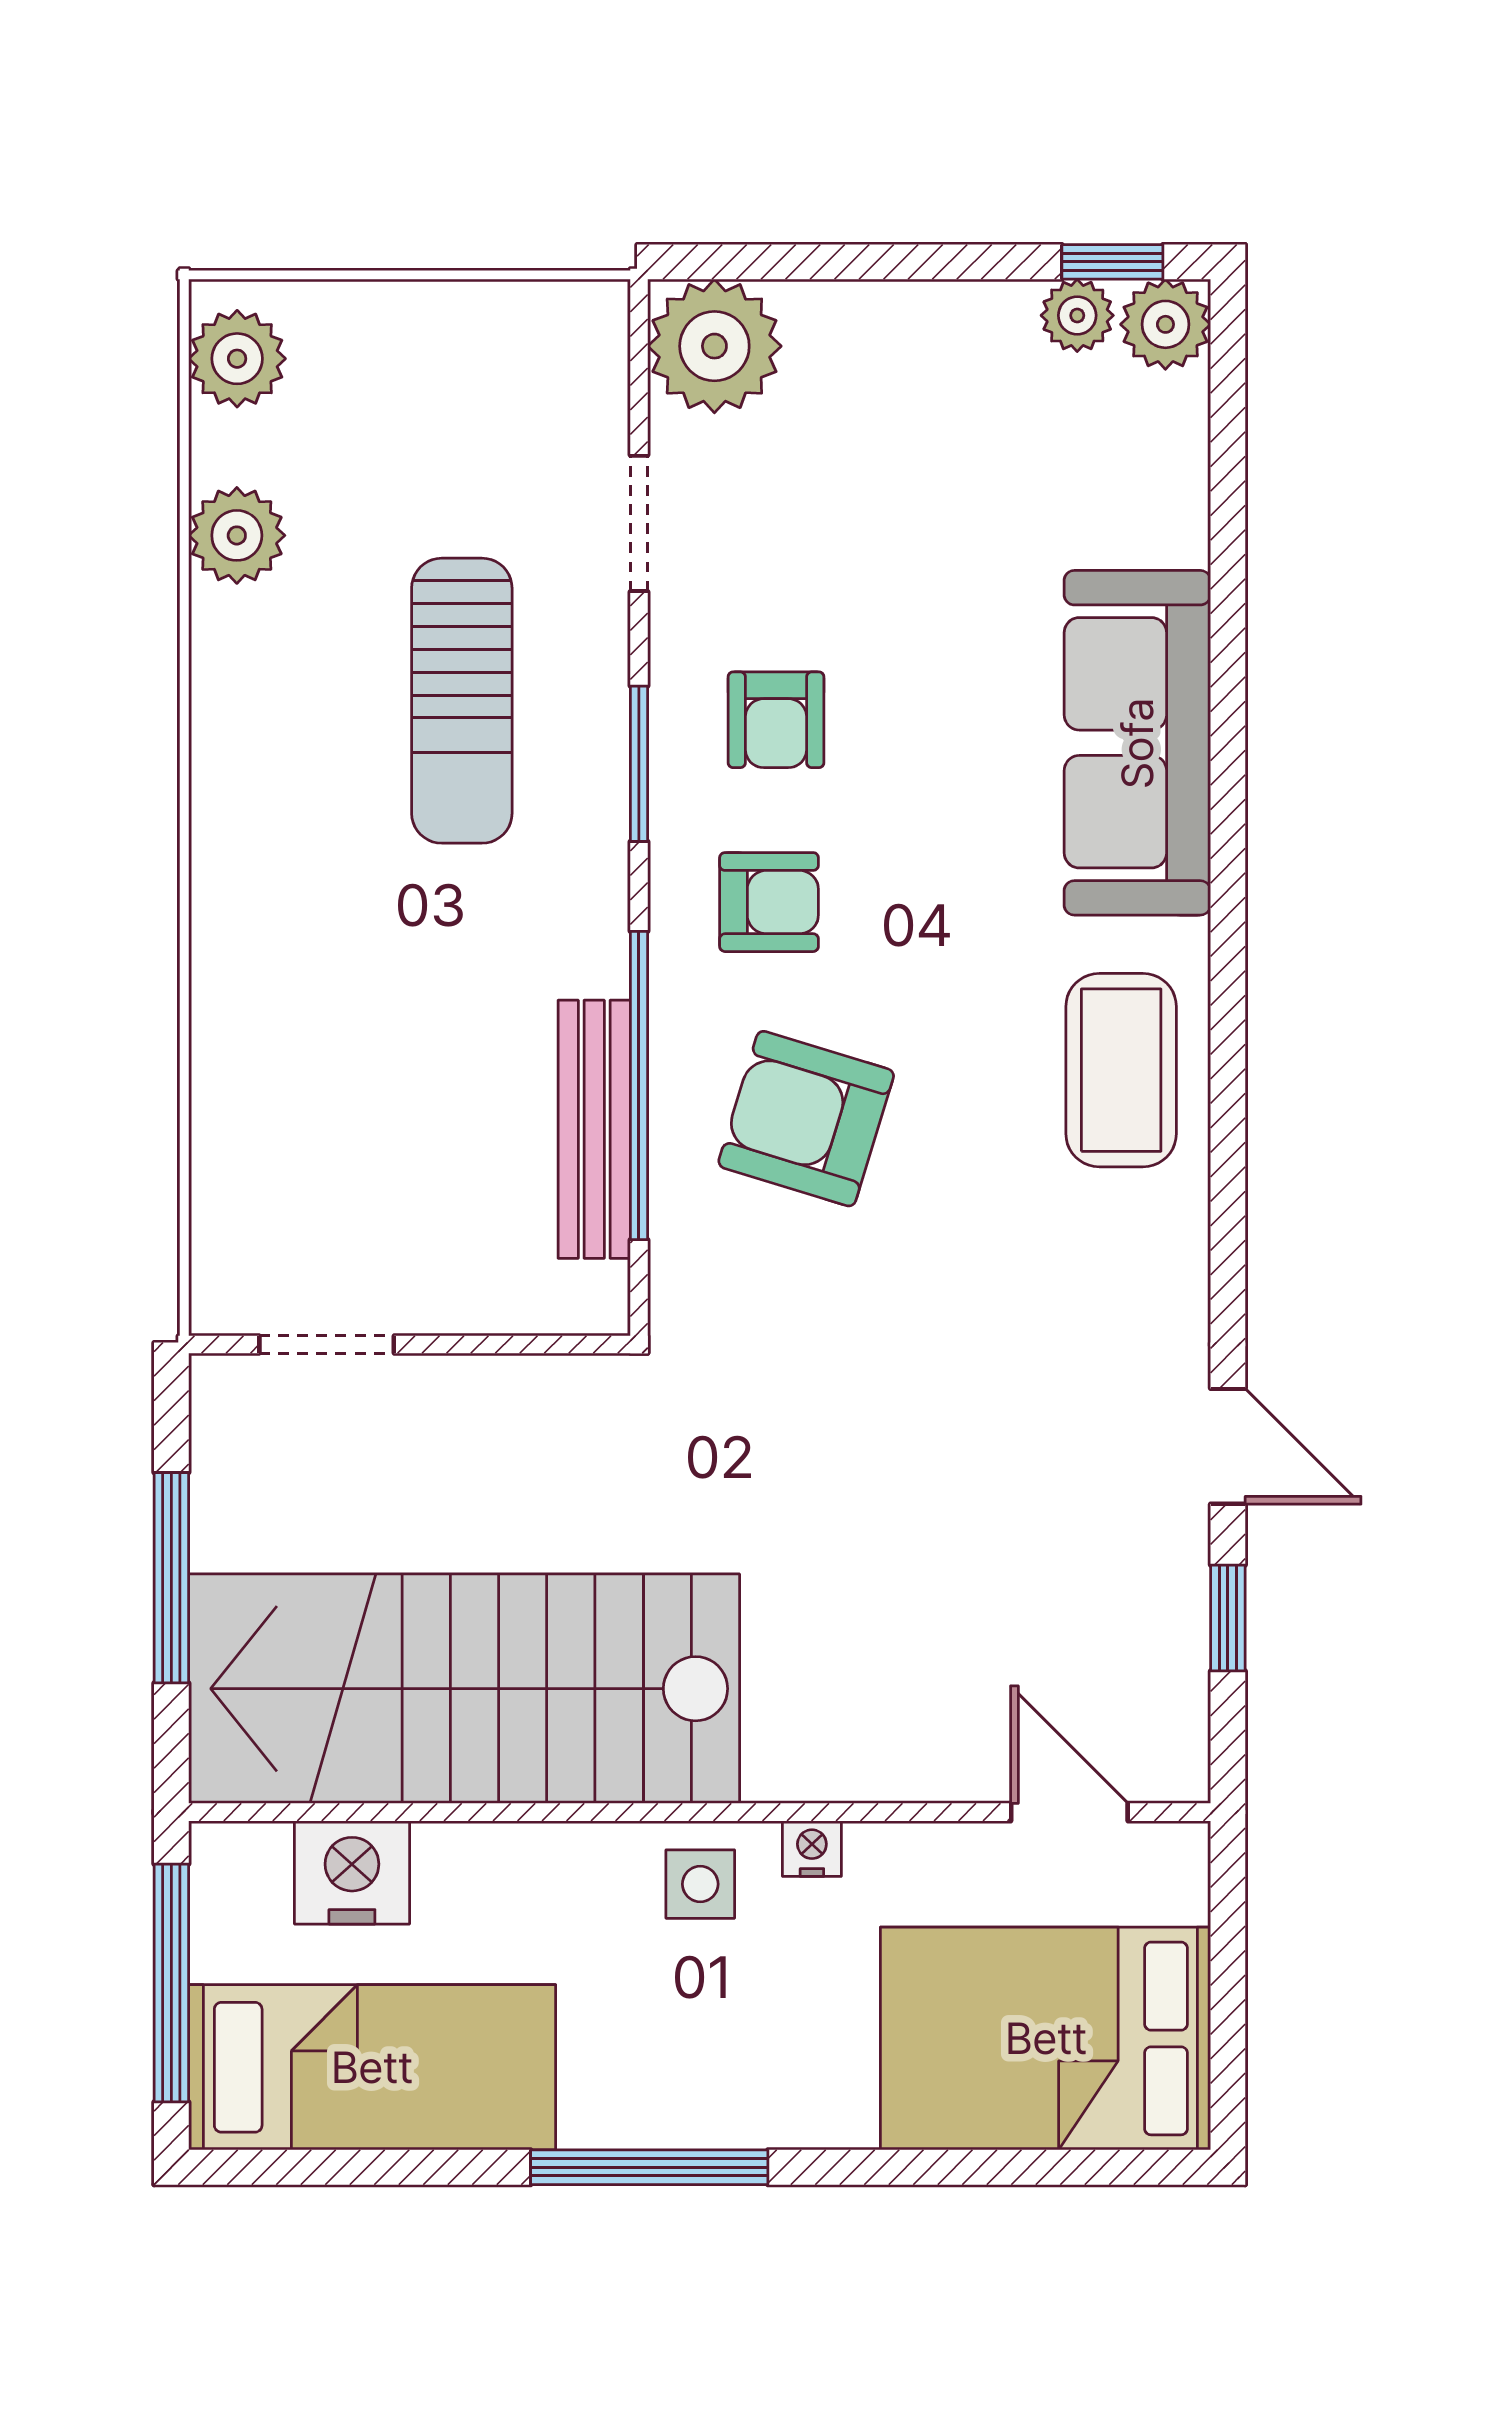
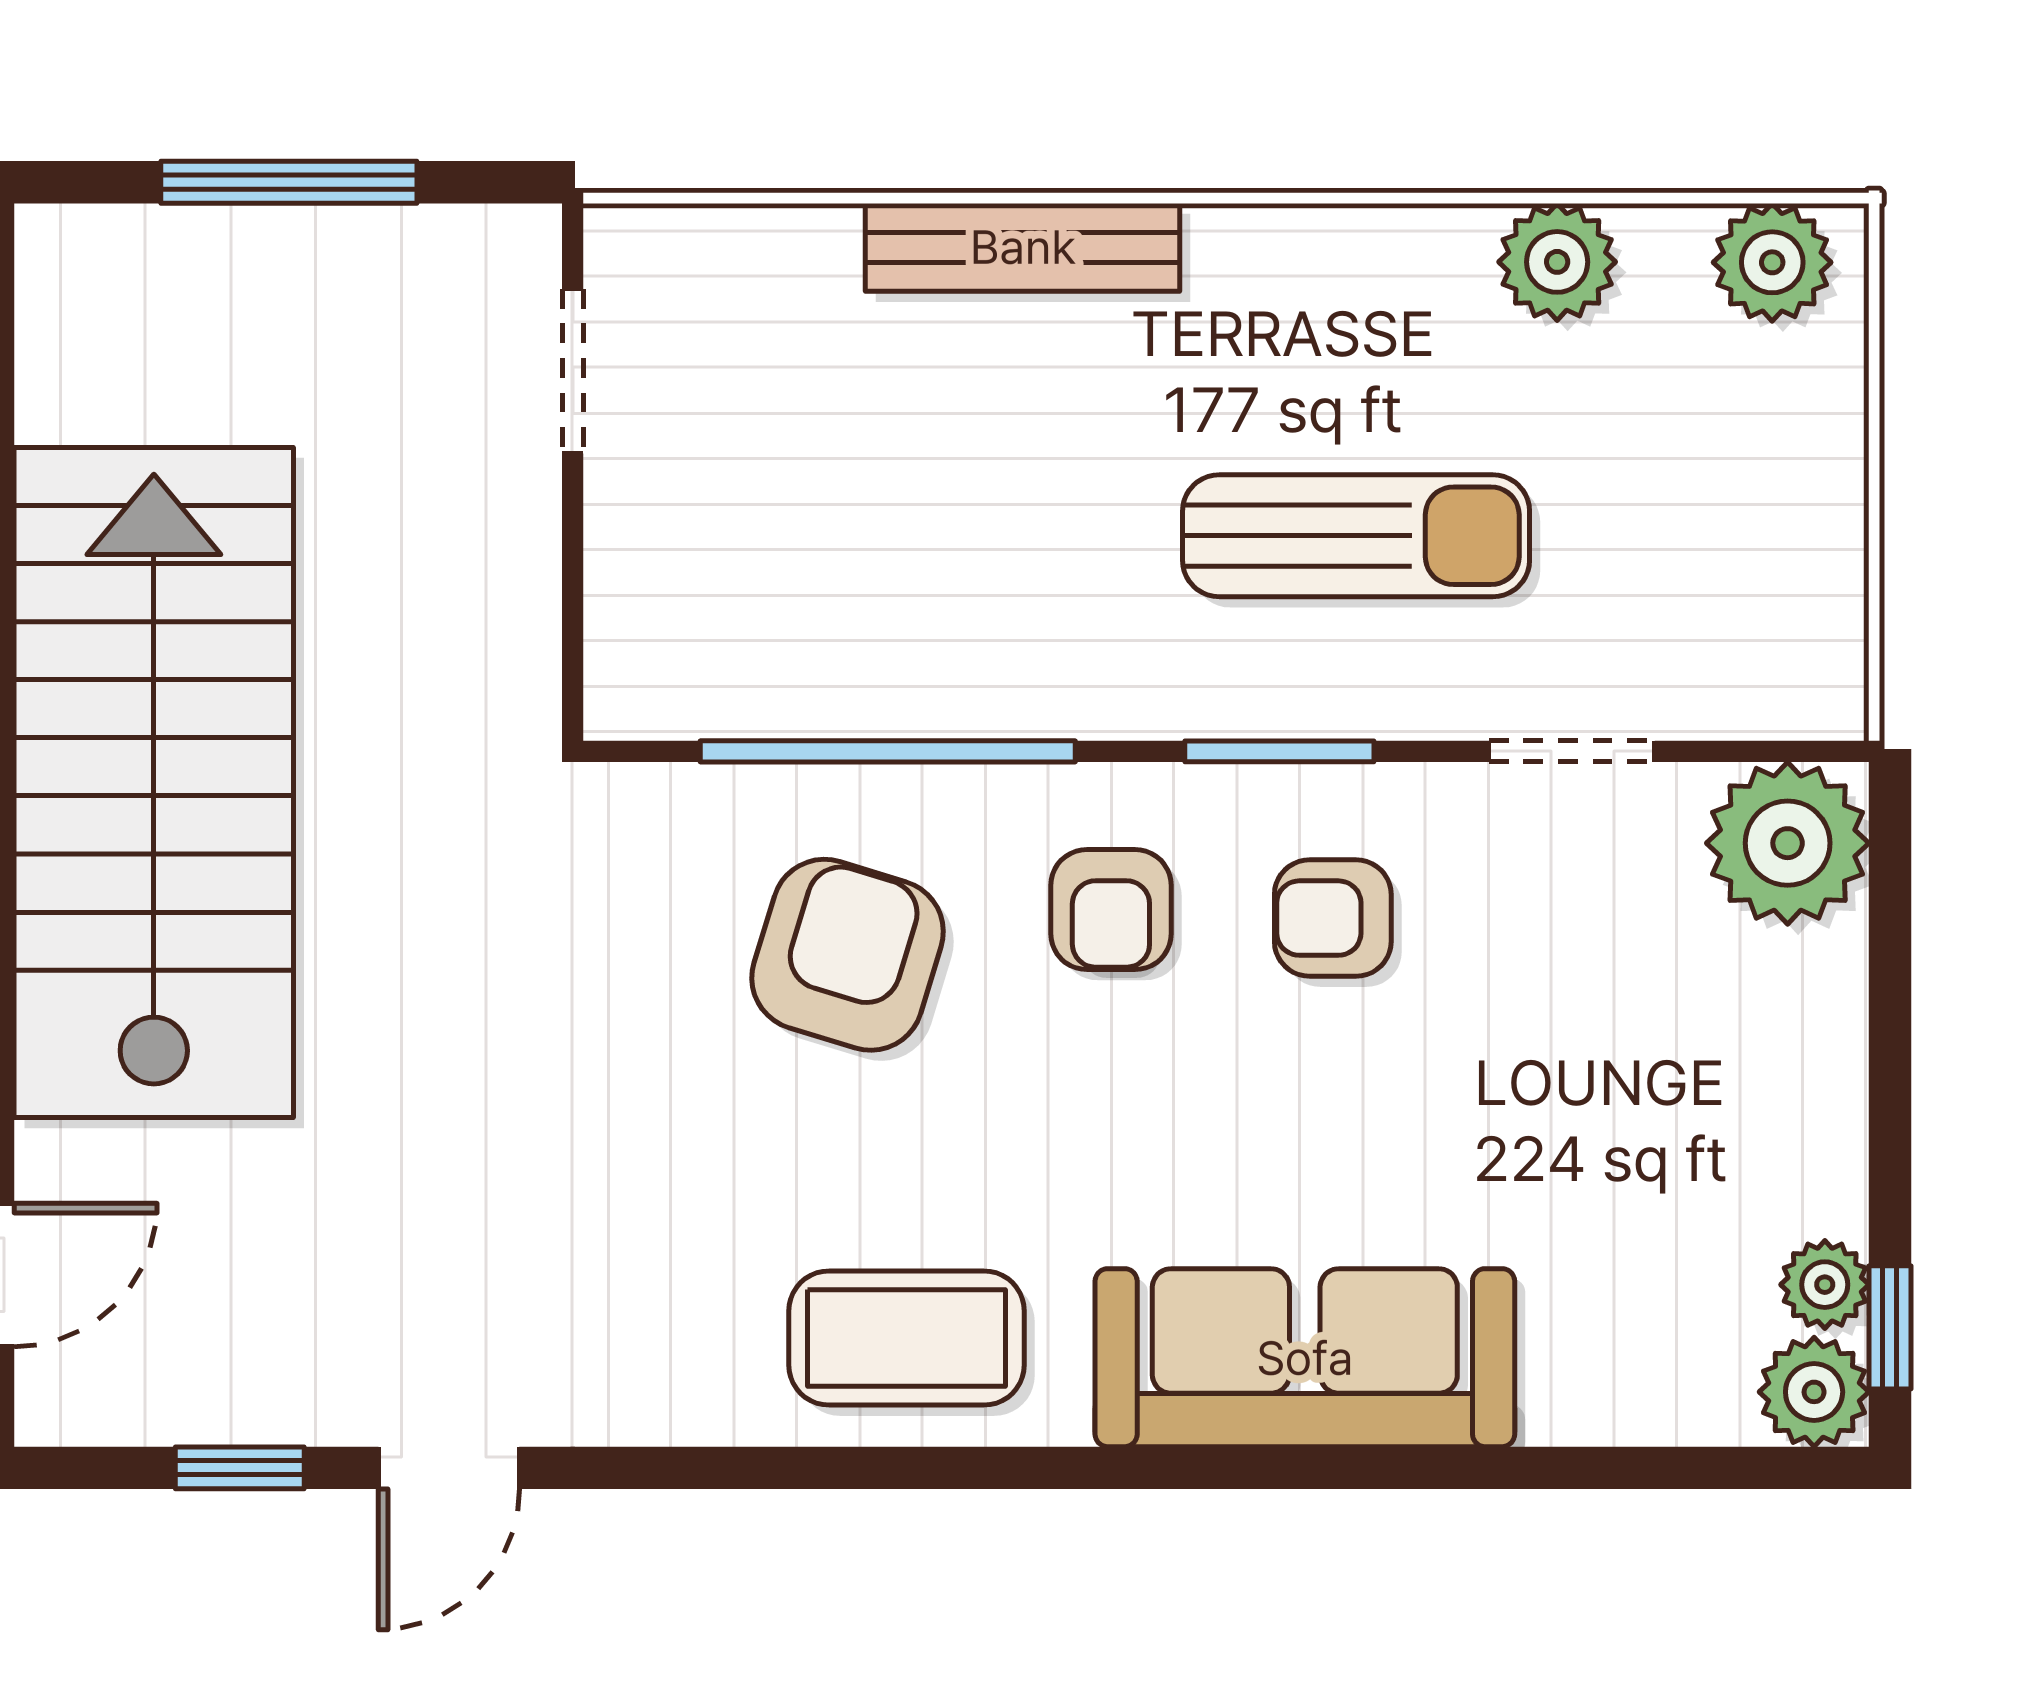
sun lounger: (462, 701) -> (1356, 536), turned 180
bench: (594, 1129) -> (1023, 247), moved
stairs: (464, 1689) -> (154, 782), moved

